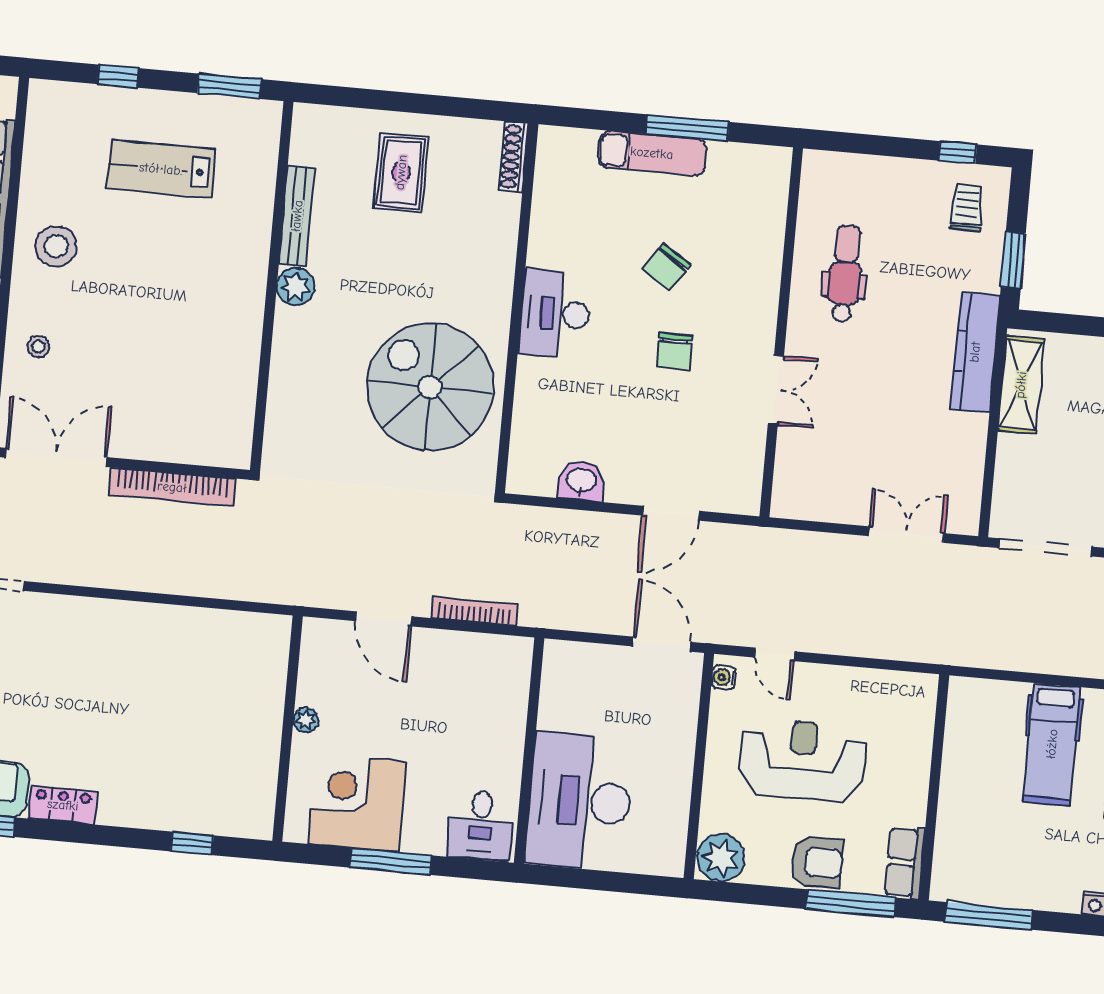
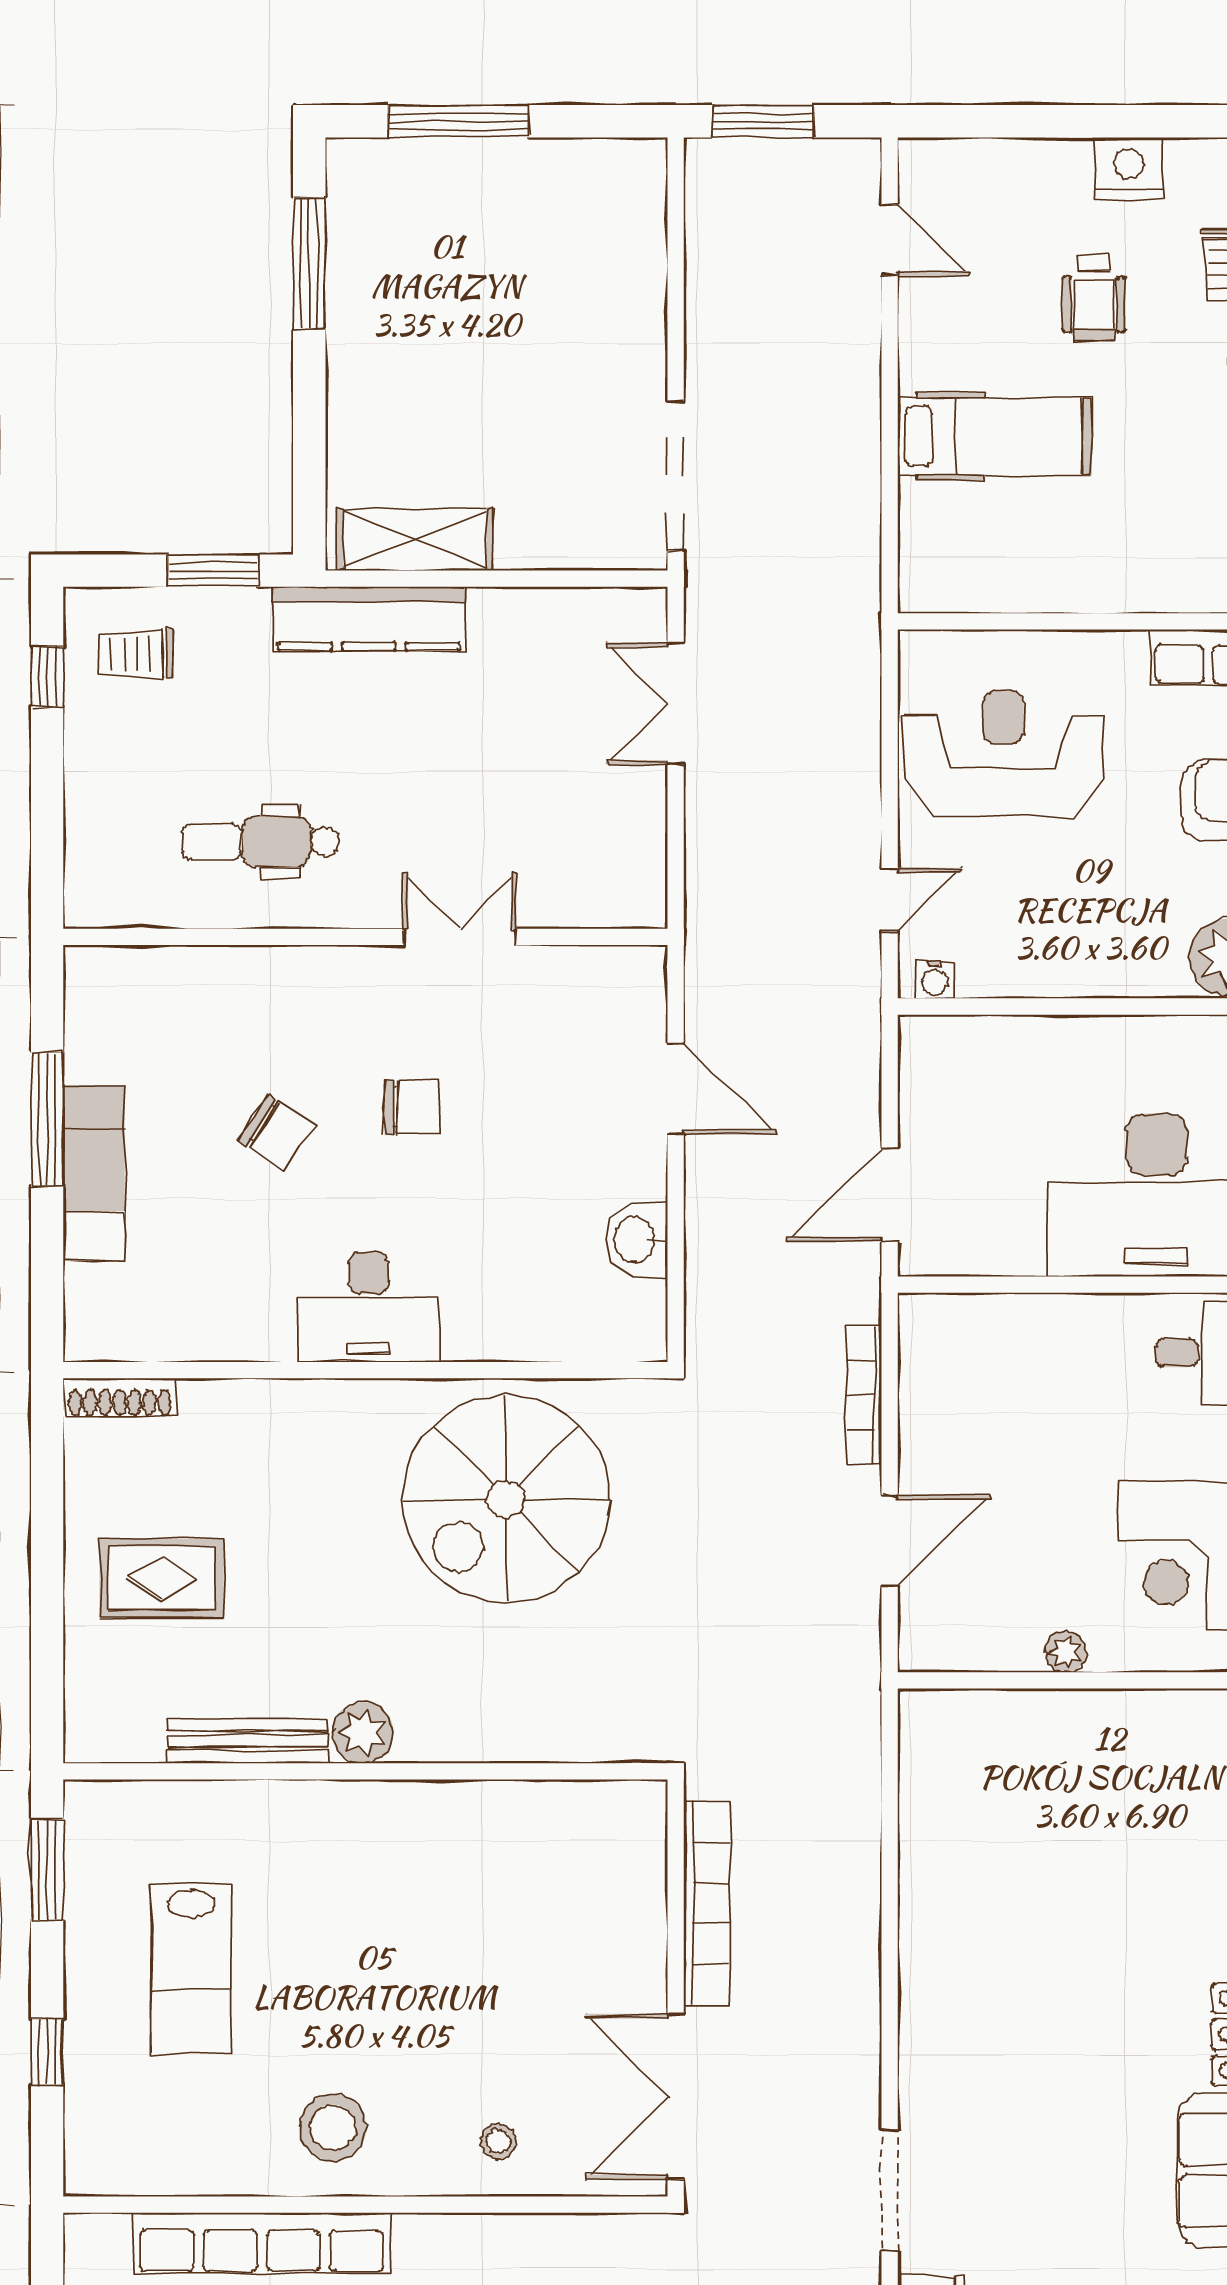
door: (661, 644) -> (890, 1195), moved
reception desk: (802, 760) -> (1004, 754), moved, turned 90

